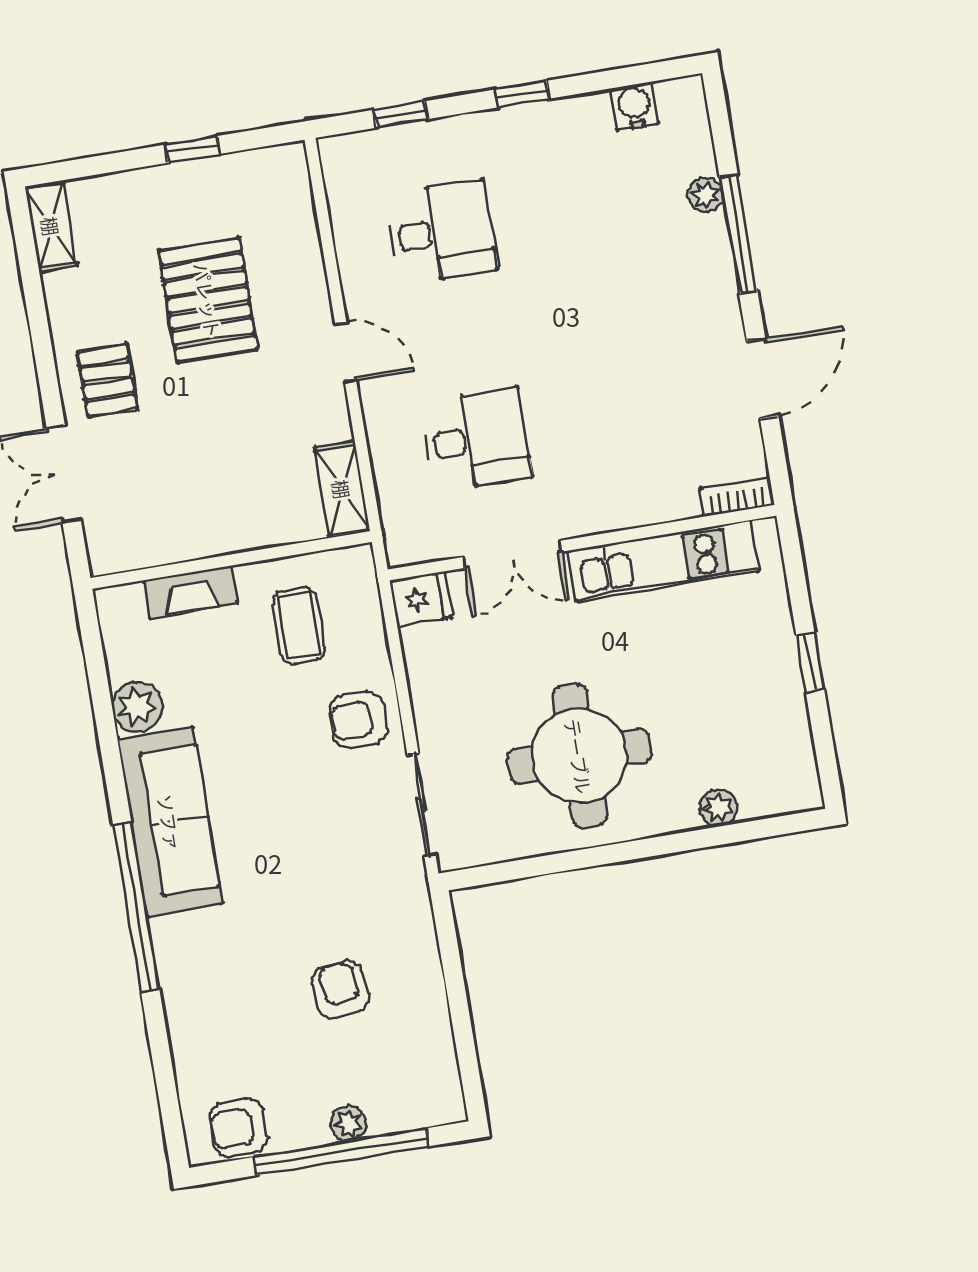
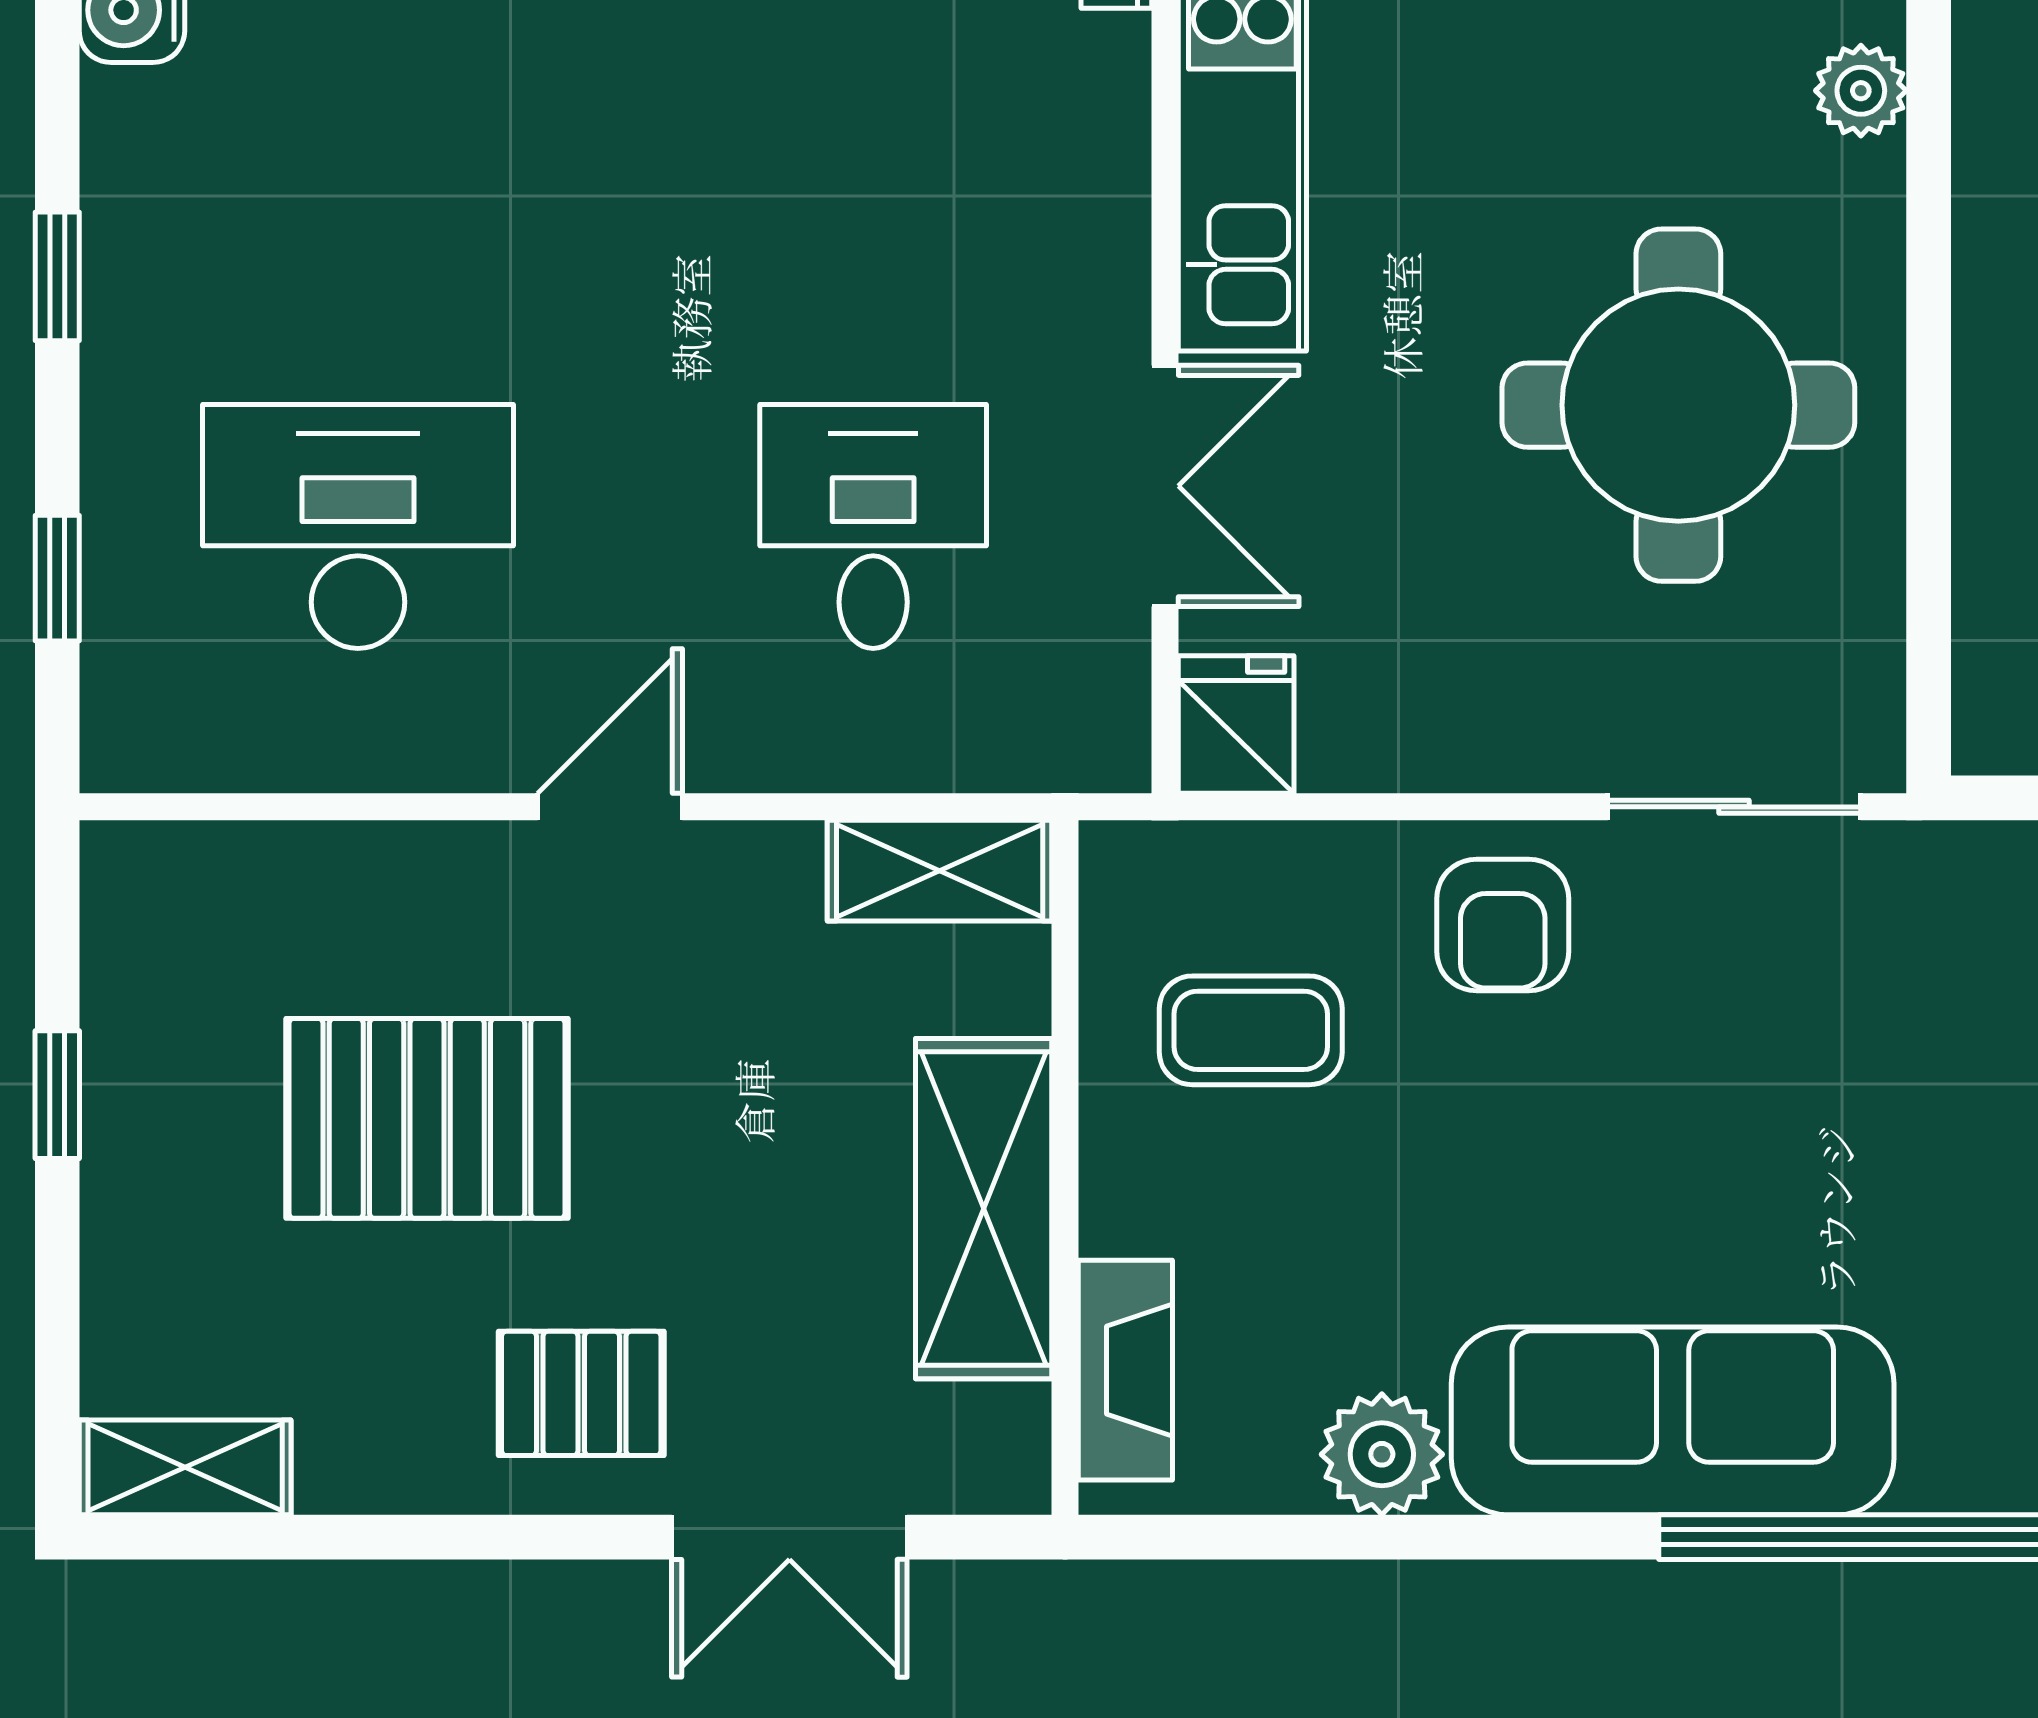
desk: (442, 232) -> (358, 526), width x1.37
shelving: (209, 530) -> (984, 1209), added
fireplace: (190, 592) -> (1125, 1370), moved

